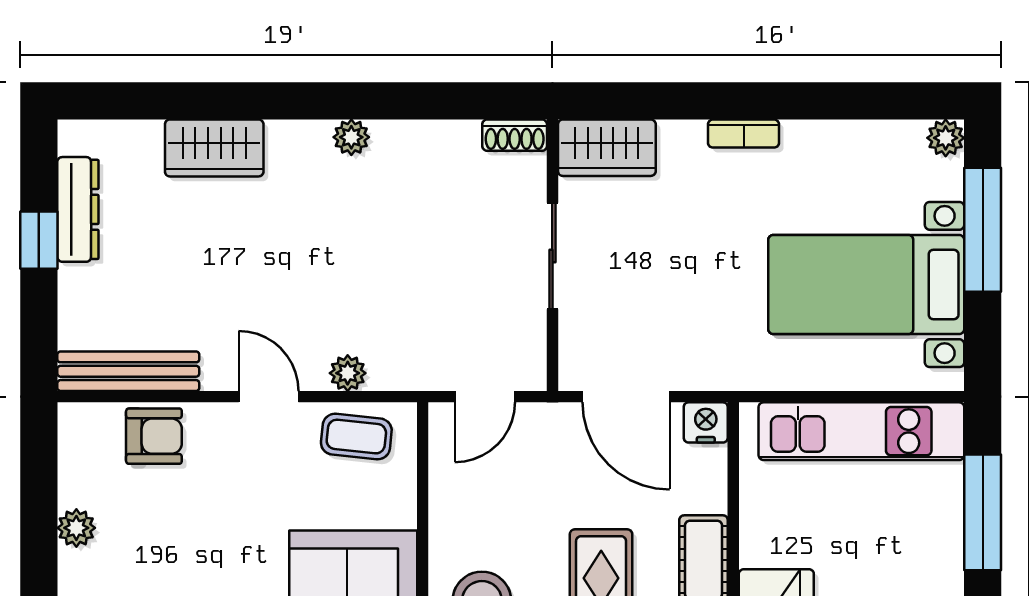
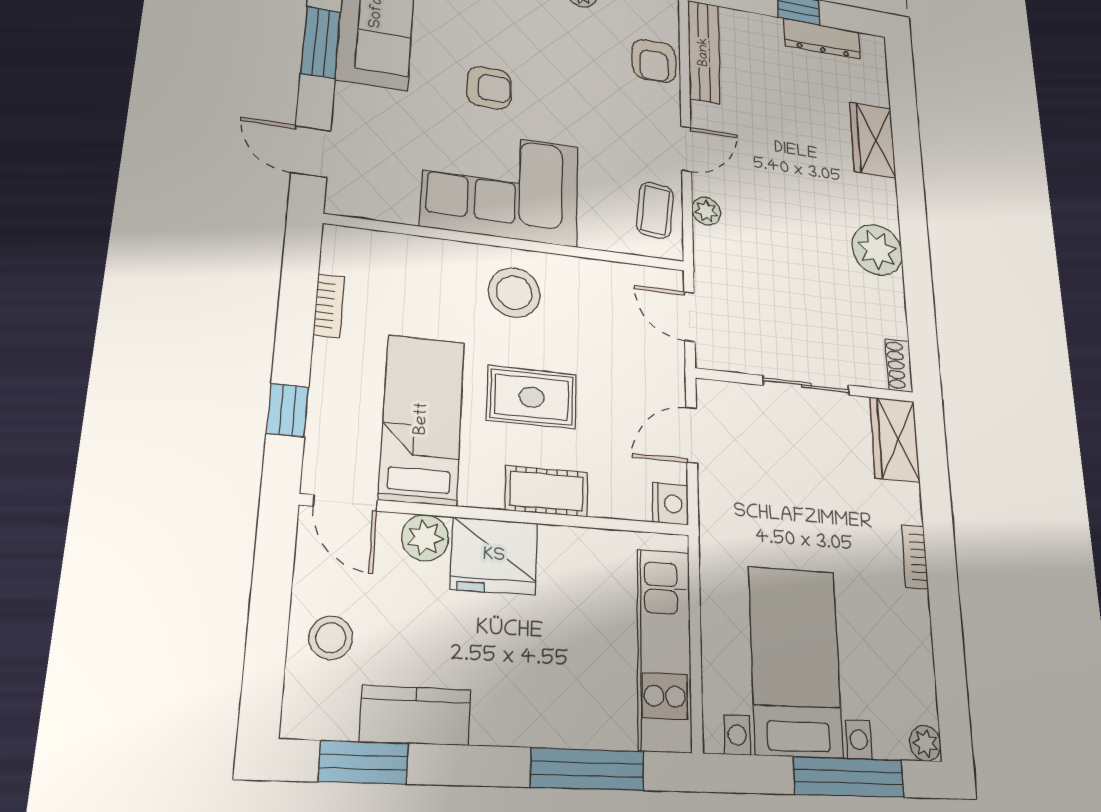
plant: (351, 137) -> (877, 250), width x1.88, depth x1.88
door: (626, 397) -> (692, 435), width x0.73

